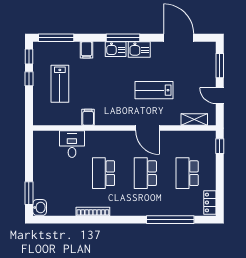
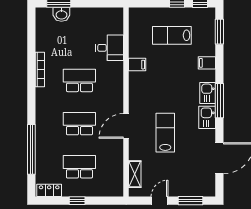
window: (56, 38) -> (219, 32), width x0.69
window: (220, 146) -> (77, 201), moved
washbasin: (40, 207) -> (61, 14), moved

